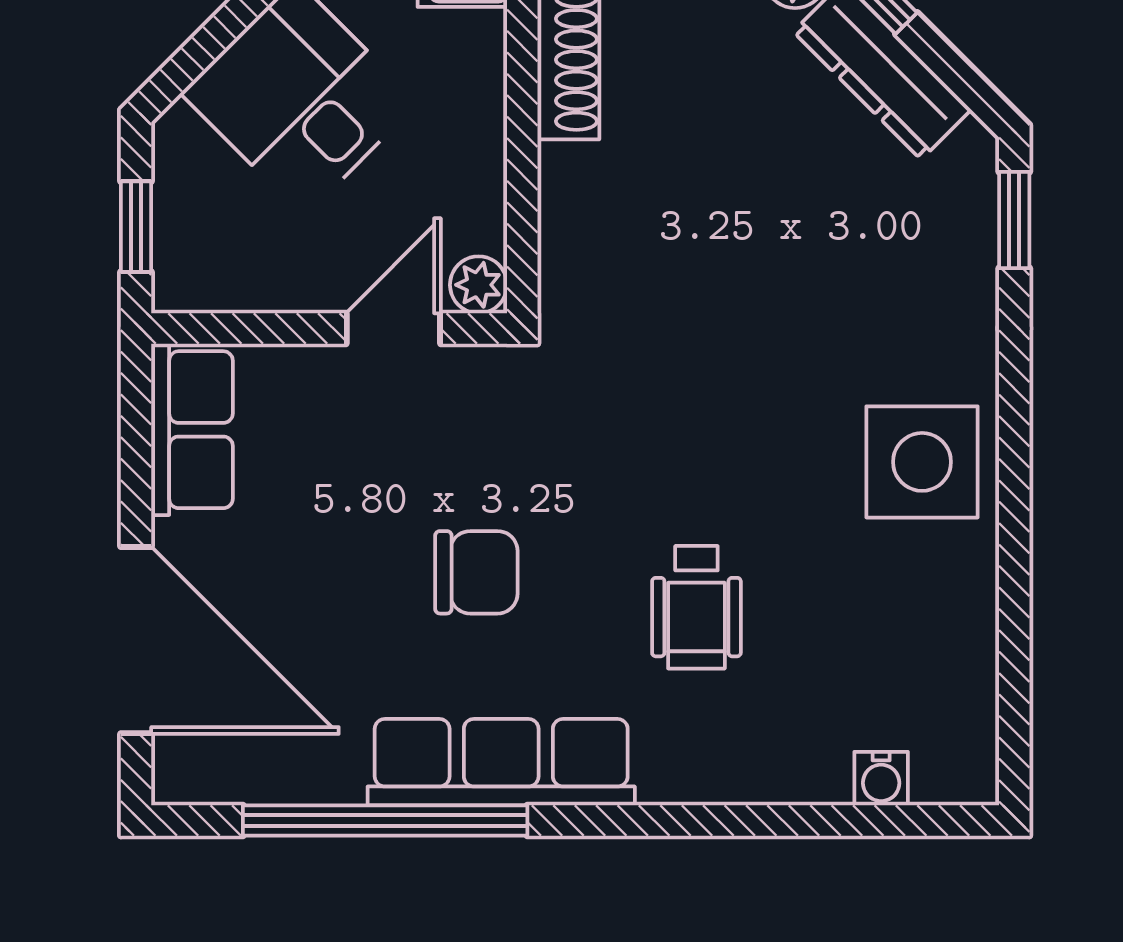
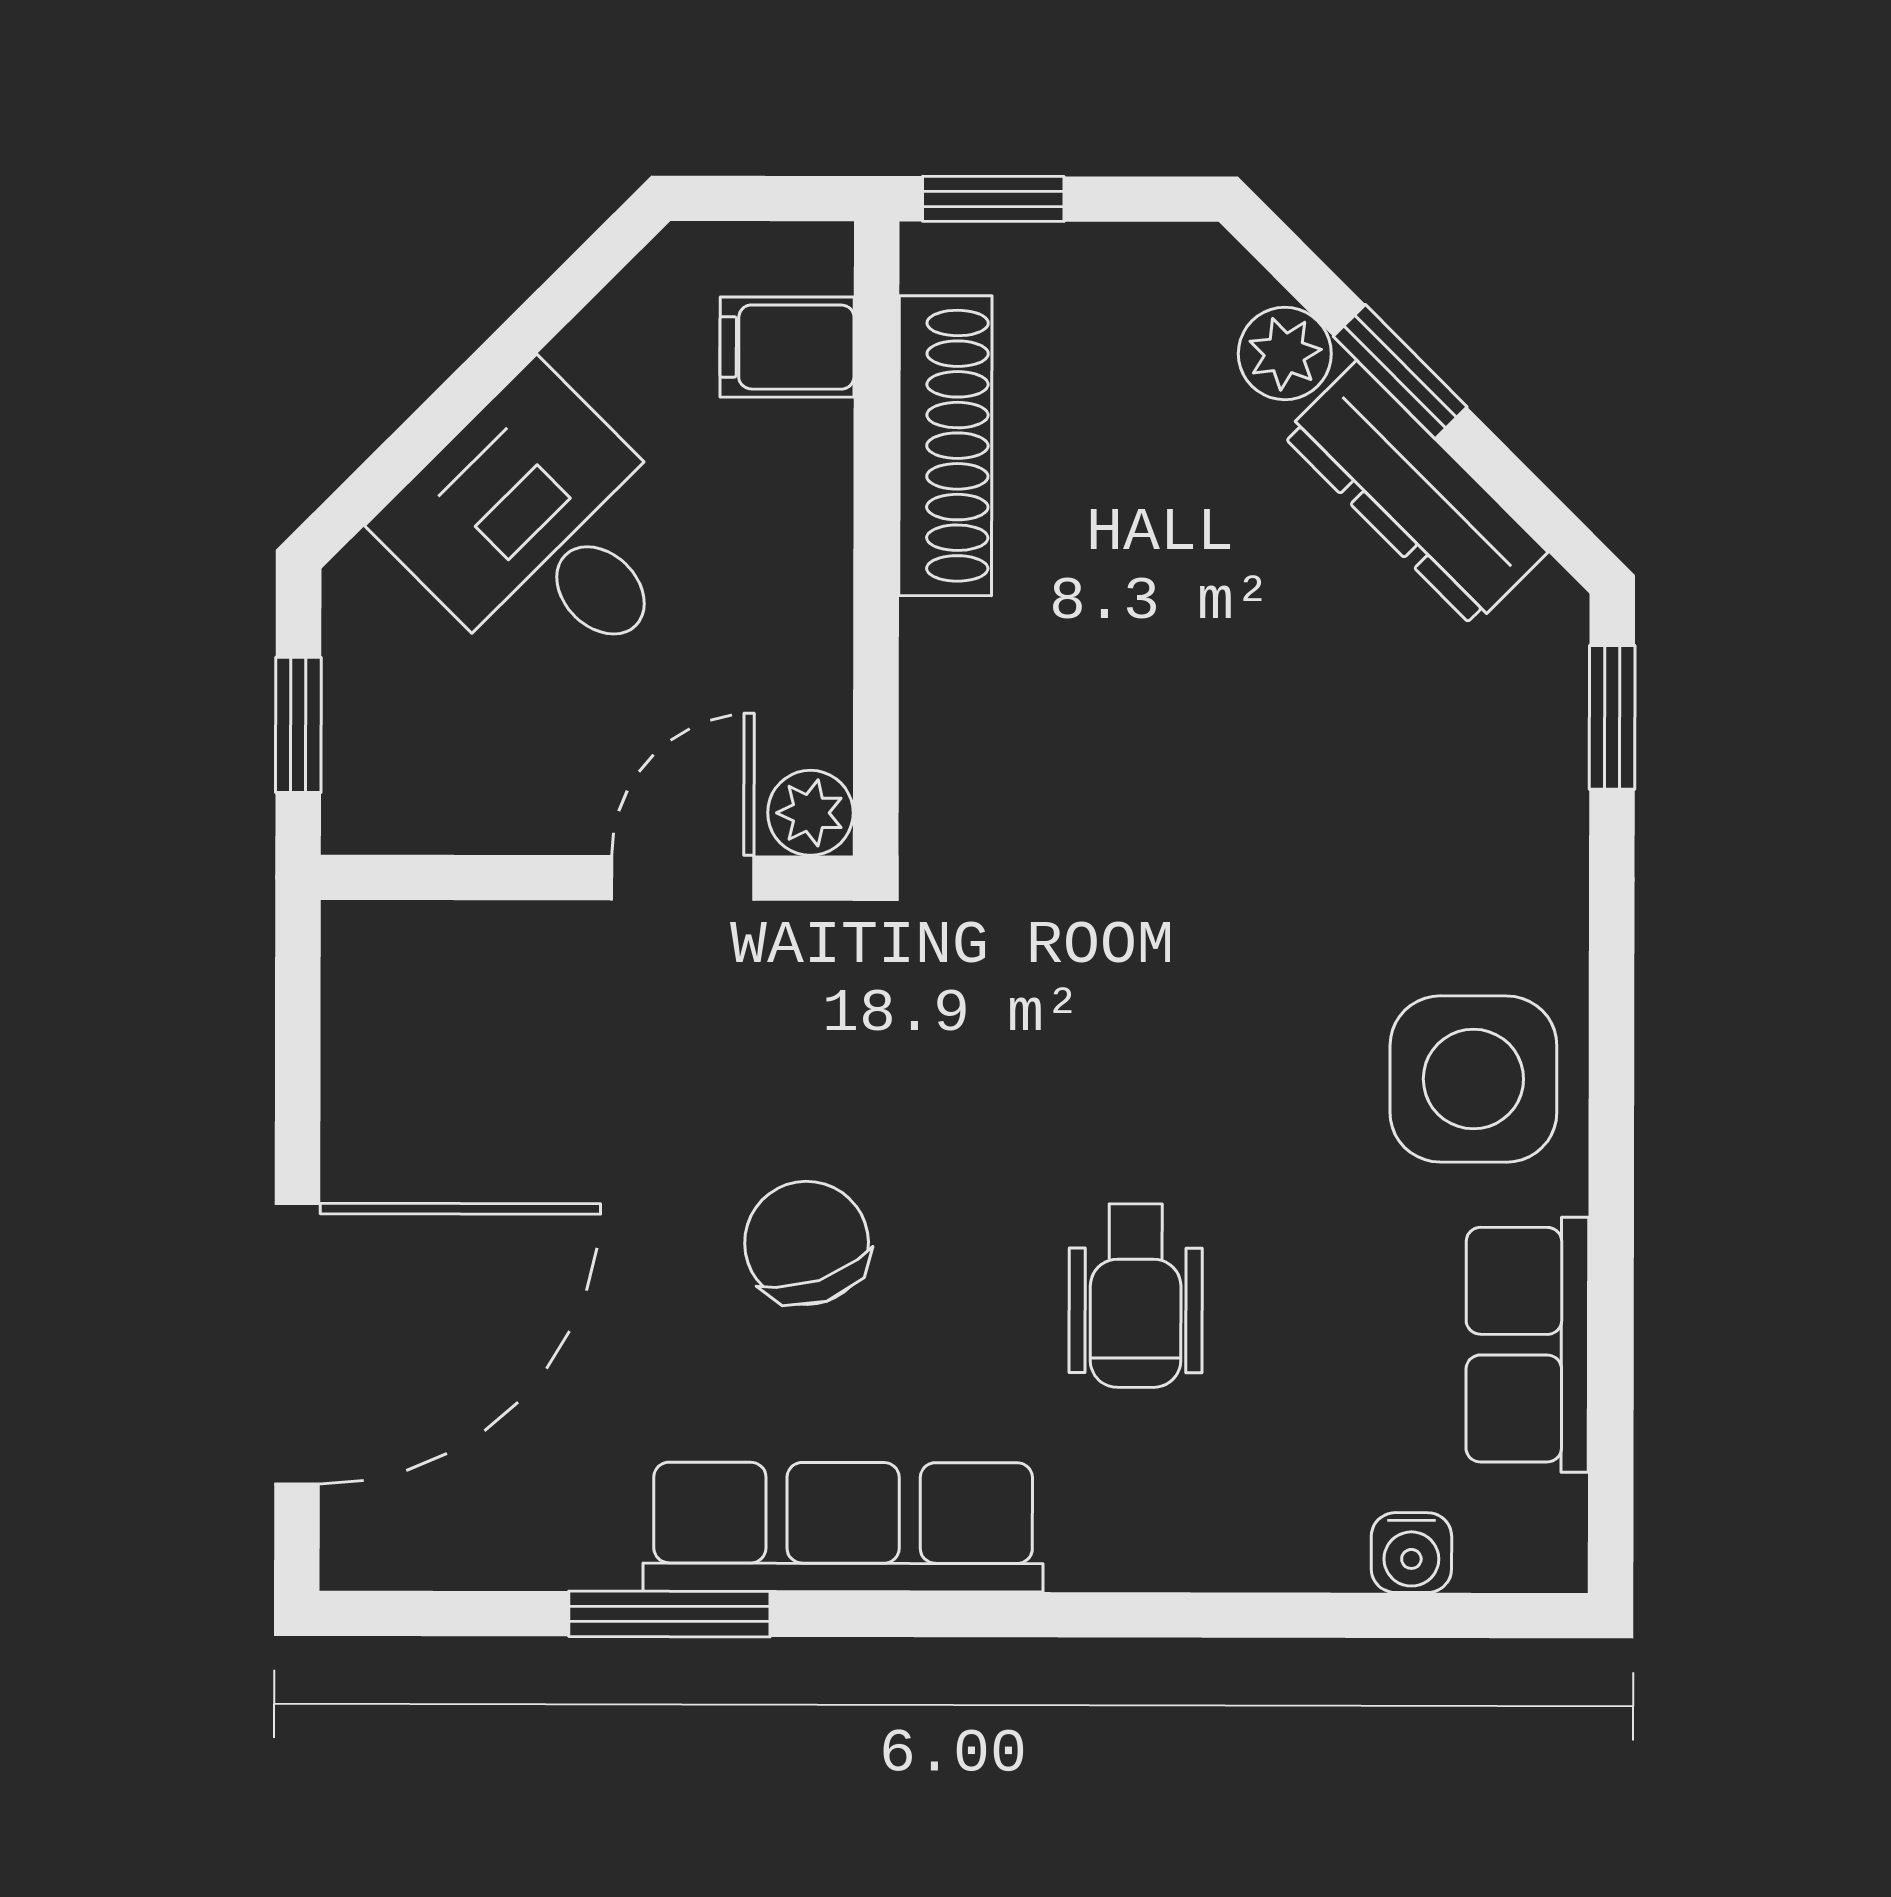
row of seats: (192, 430) -> (1527, 1345), moved, turned 180
chair: (476, 572) -> (807, 1243), turned -109
door: (136, 640) -> (297, 1344), hinge flipped
window: (385, 821) -> (669, 1614), width x0.47

